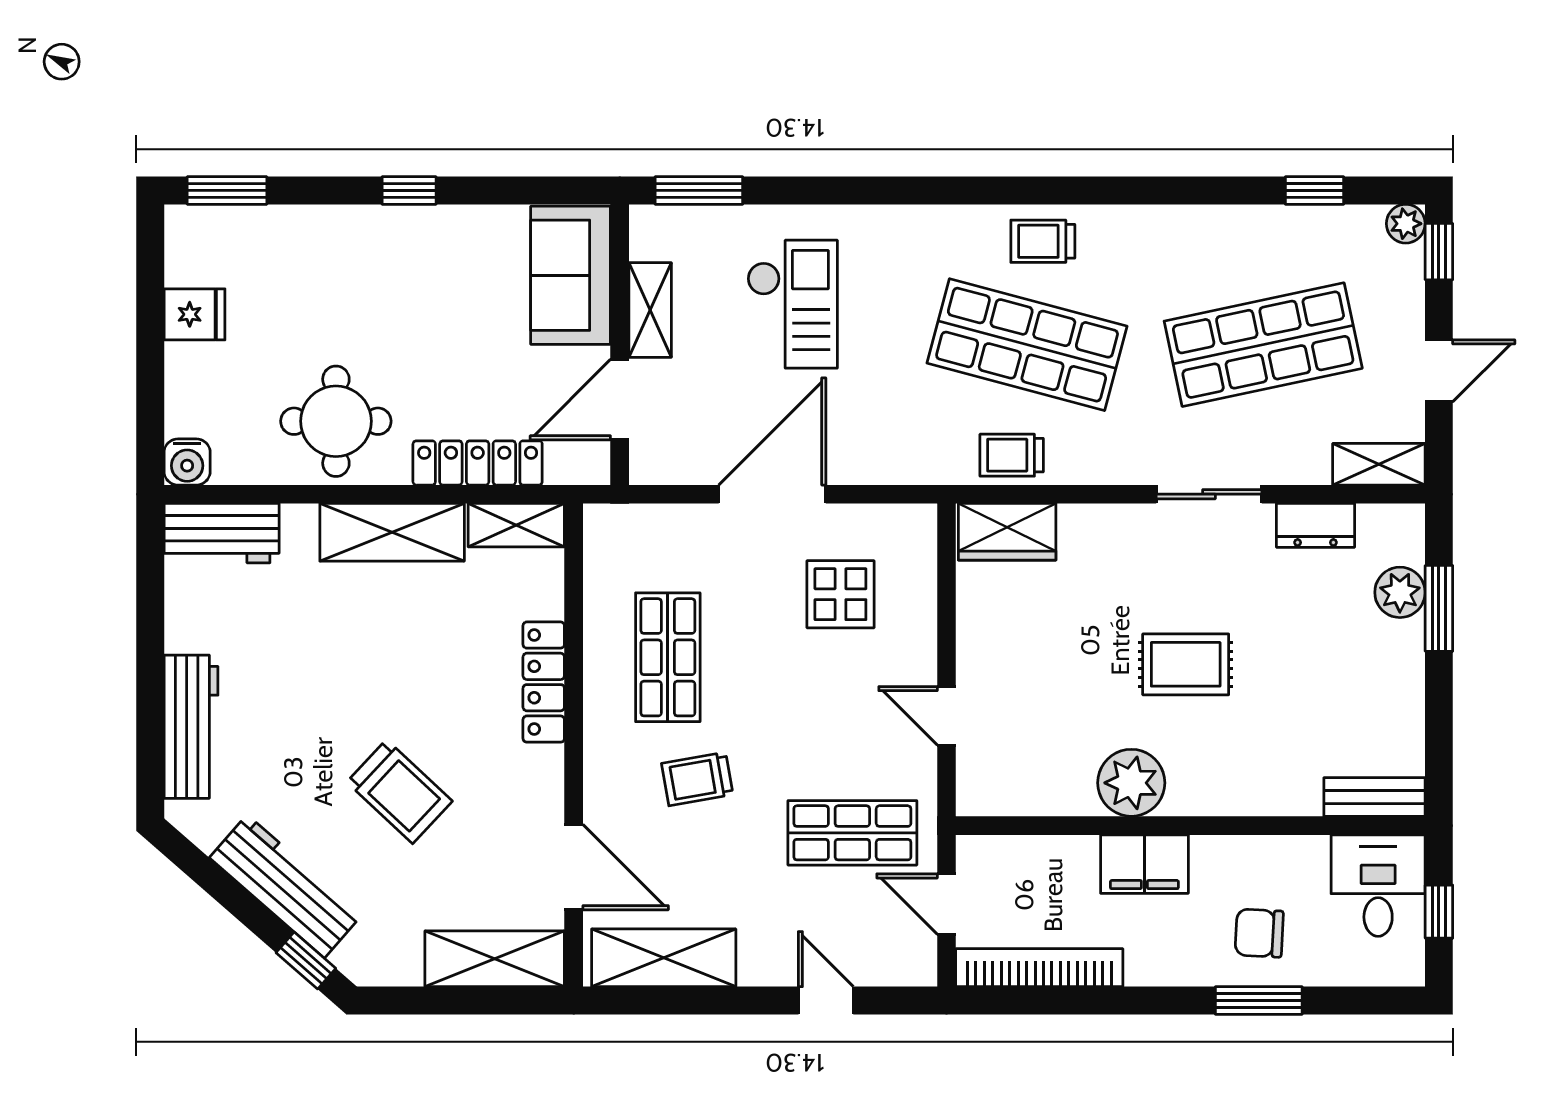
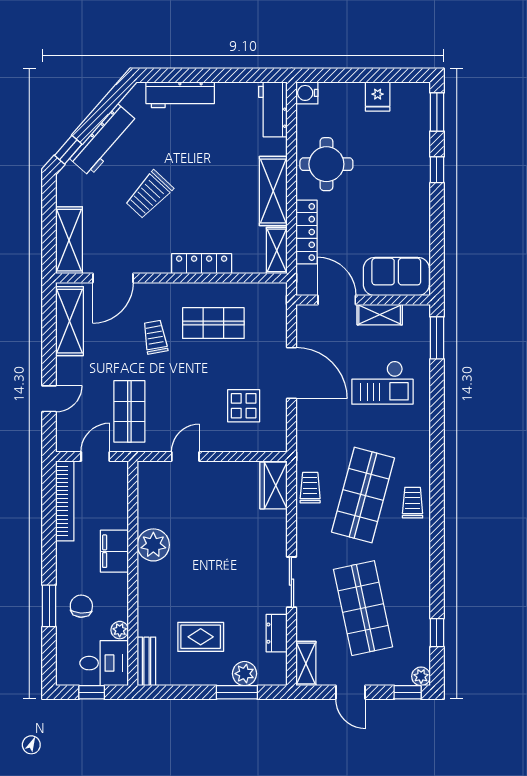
window: (409, 190) -> (437, 170), moved
rug: (1186, 664) -> (201, 637), moved, turned 90
plant: (1309, 853) -> (120, 630), added

